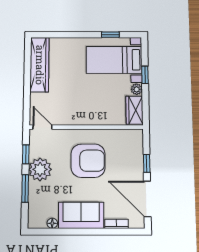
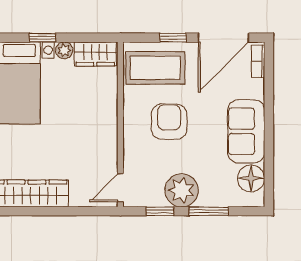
coffee table: (125, 151) -> (155, 68), added
armchair: (88, 161) -> (169, 122), width x0.73, depth x0.73
floor lamp: (52, 223) -> (251, 178), width x1.89, depth x1.89
bookcase: (117, 224) -> (258, 61), moved

